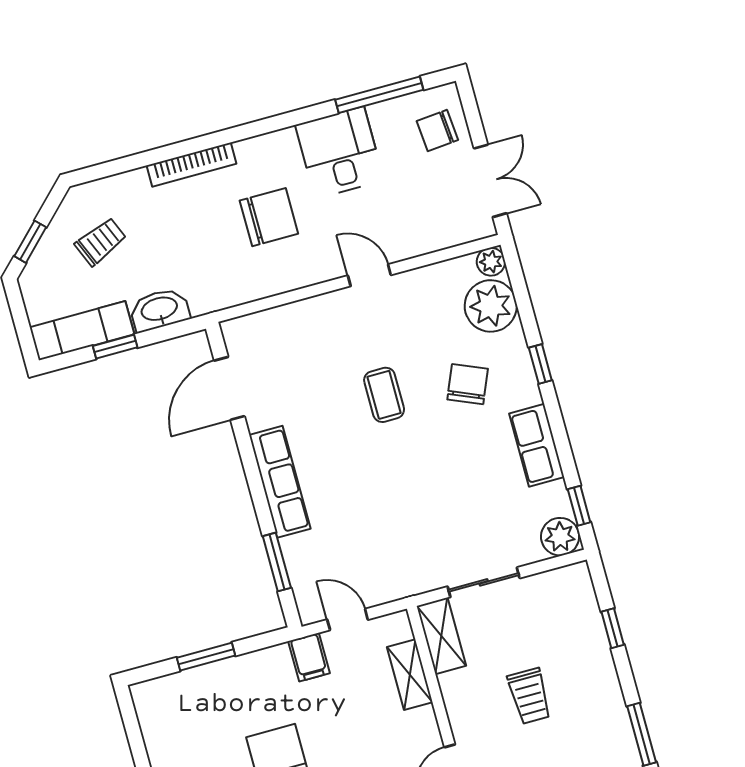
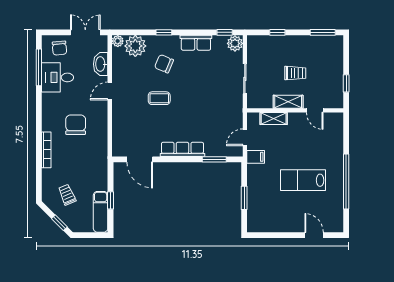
desk: (339, 152) -> (58, 77), moved
washbasin: (160, 310) -> (101, 64), moved
shelving: (441, 636) -> (288, 102), moved

